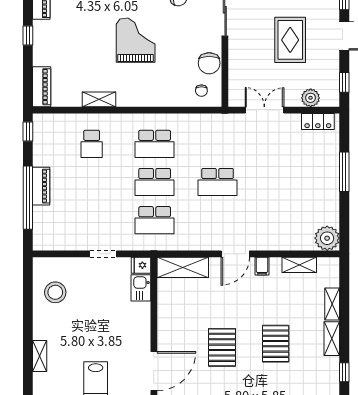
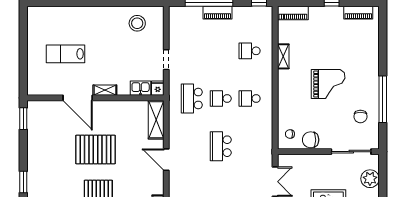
school desk: (155, 144) -> (250, 99), width x0.54
school desk: (155, 182) -> (221, 99), width x0.54
filing cabinet: (262, 266) -> (157, 180), removed
pallet: (222, 347) -> (96, 150), width x1.37, depth x1.41
shelving: (40, 356) -> (105, 90), moved

